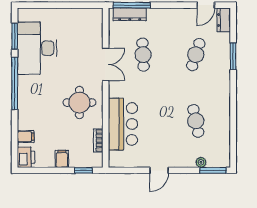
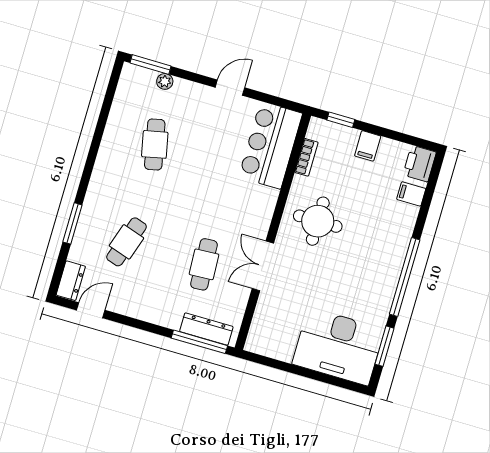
desk: (37, 48) -> (338, 346), moved, turned 90
bar counter: (123, 124) -> (271, 145), moved

